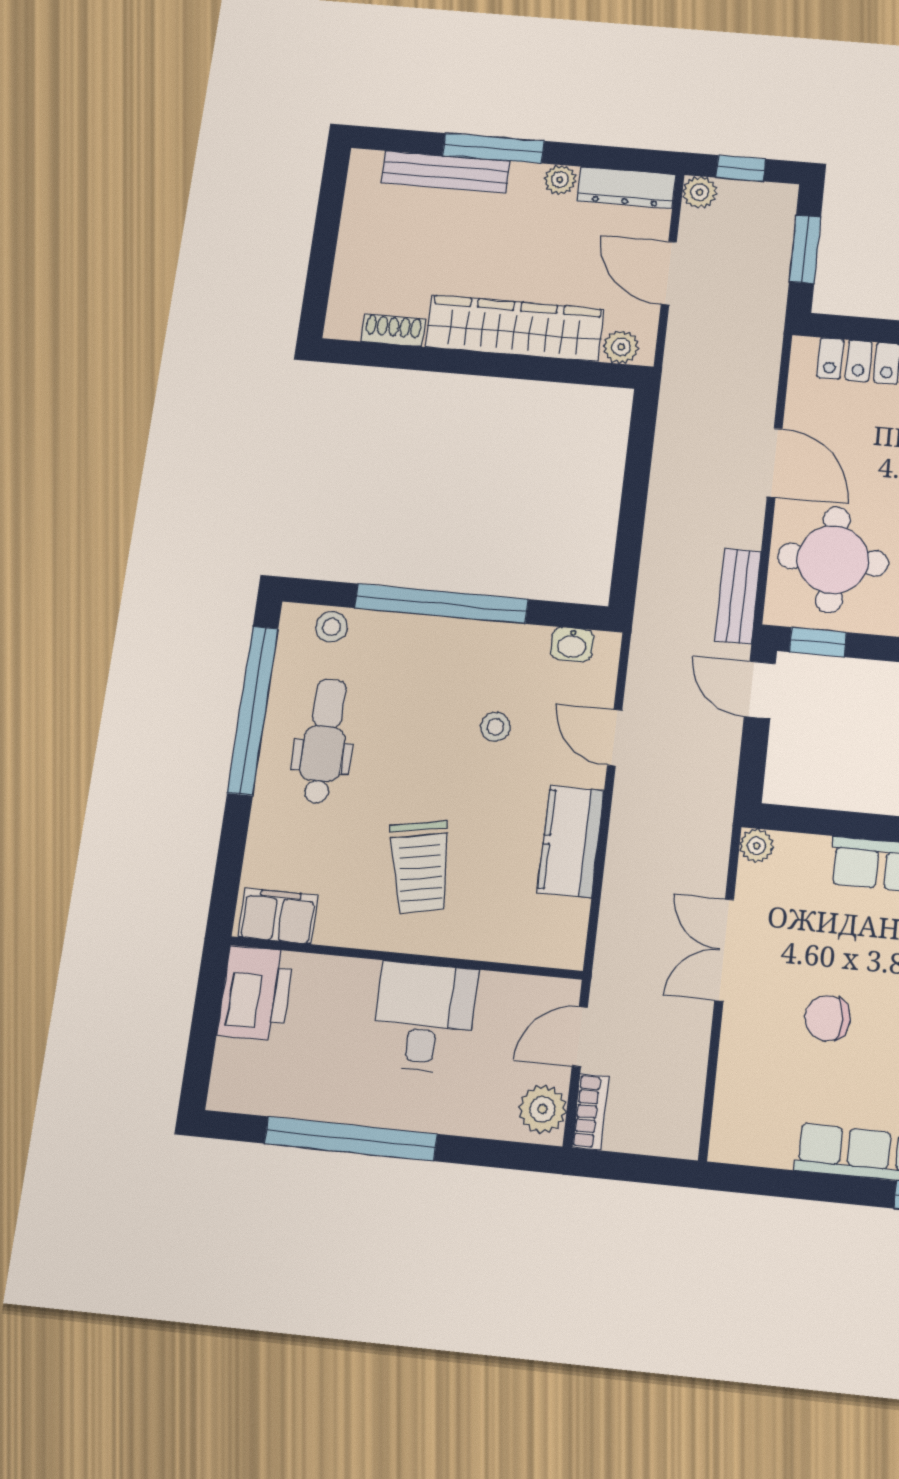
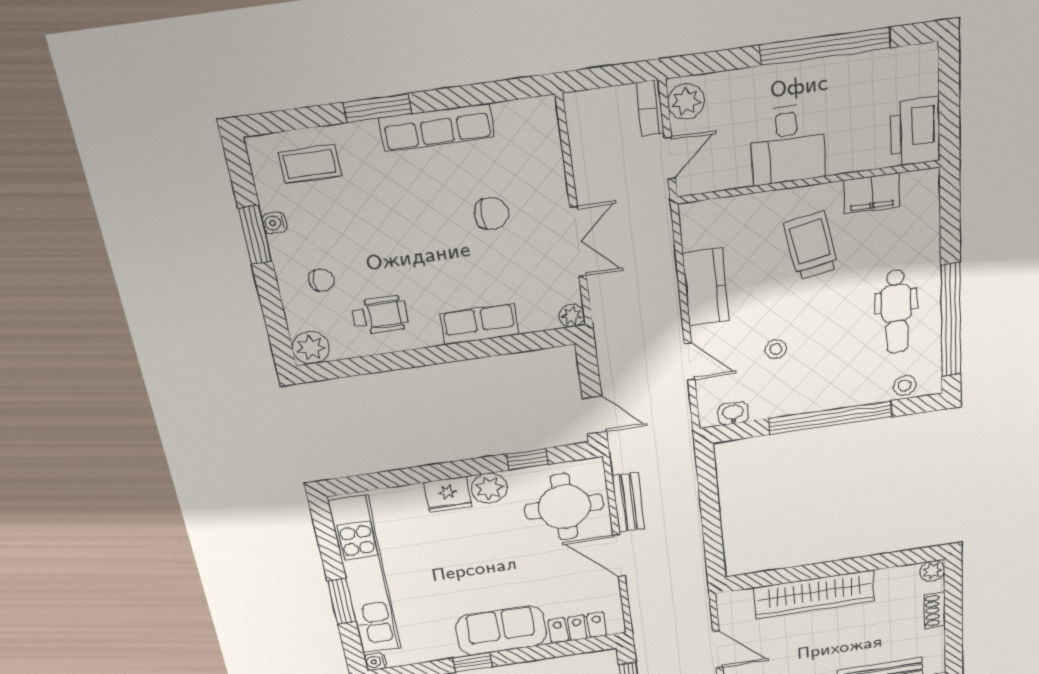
shoe rack: (393, 330) -> (935, 610), moved, turned 90
plant: (621, 347) -> (932, 571), moved
bench: (738, 596) -> (628, 502), moved
window: (818, 642) -> (527, 459), moved
filing cabinet: (278, 916) -> (872, 194), moved

